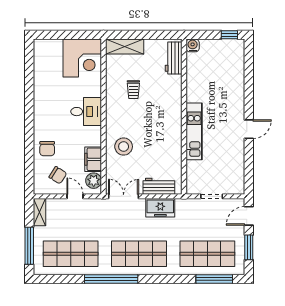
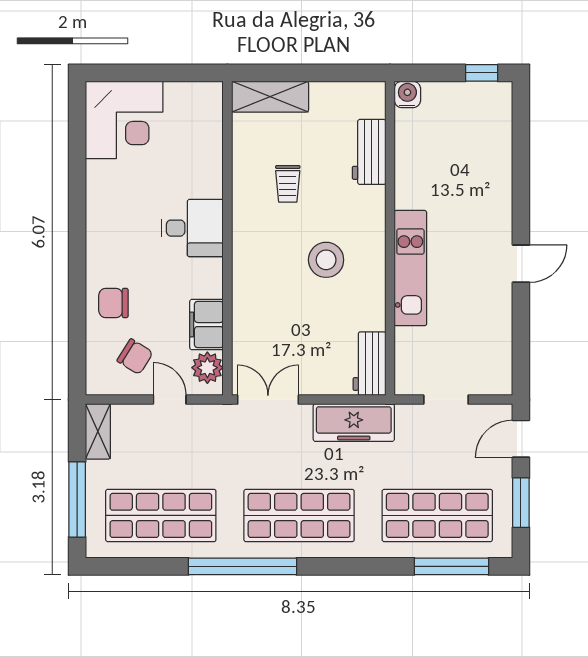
corner desk: (82, 58) -> (124, 120), moved
workbench: (174, 58) -> (369, 152), moved
stool: (124, 147) -> (326, 260), moved
chair: (47, 149) -> (113, 303), turned 90
workbench: (159, 186) -> (369, 364), moved, turned -90
freezer: (160, 208) -> (354, 423), width x1.40

